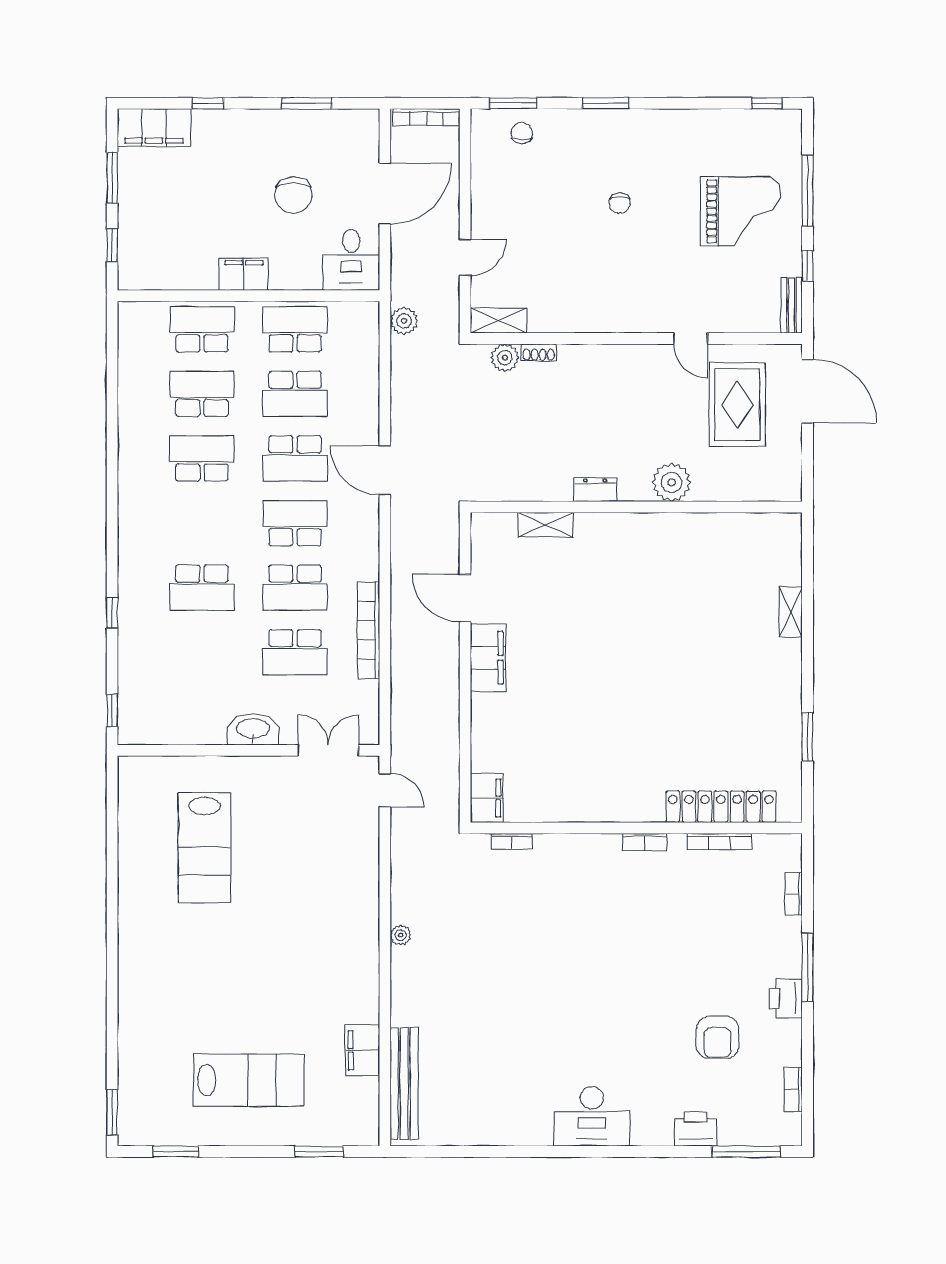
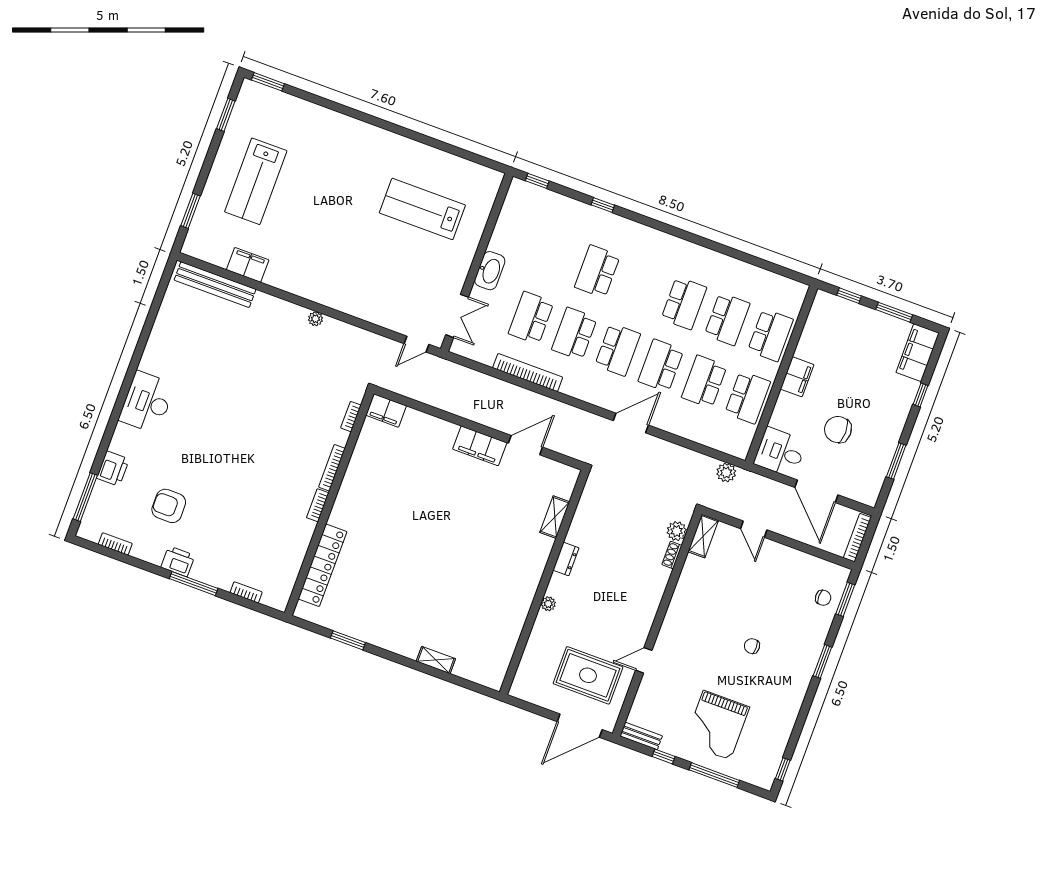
plant: (671, 482) -> (548, 604), width x0.53, depth x0.53
bookcase: (719, 841) -> (332, 468), moved

